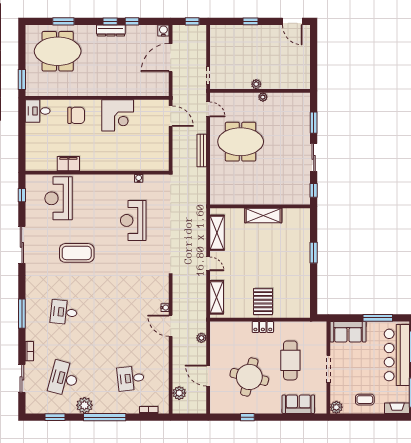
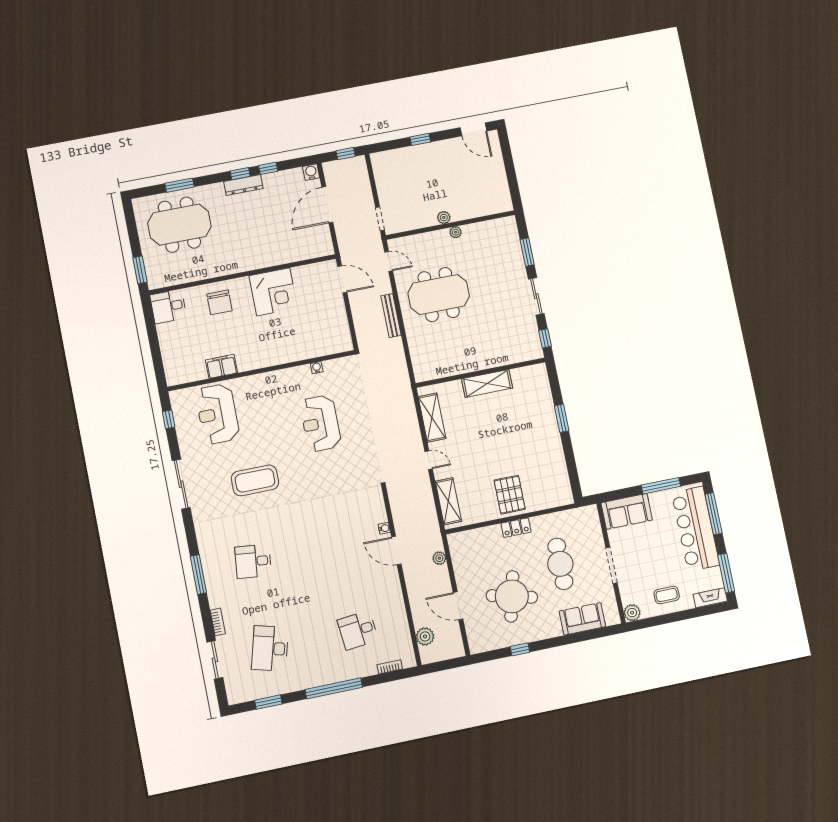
chair: (76, 115) -> (219, 302), turned 90
plant: (84, 405) -> (304, 678), removed

